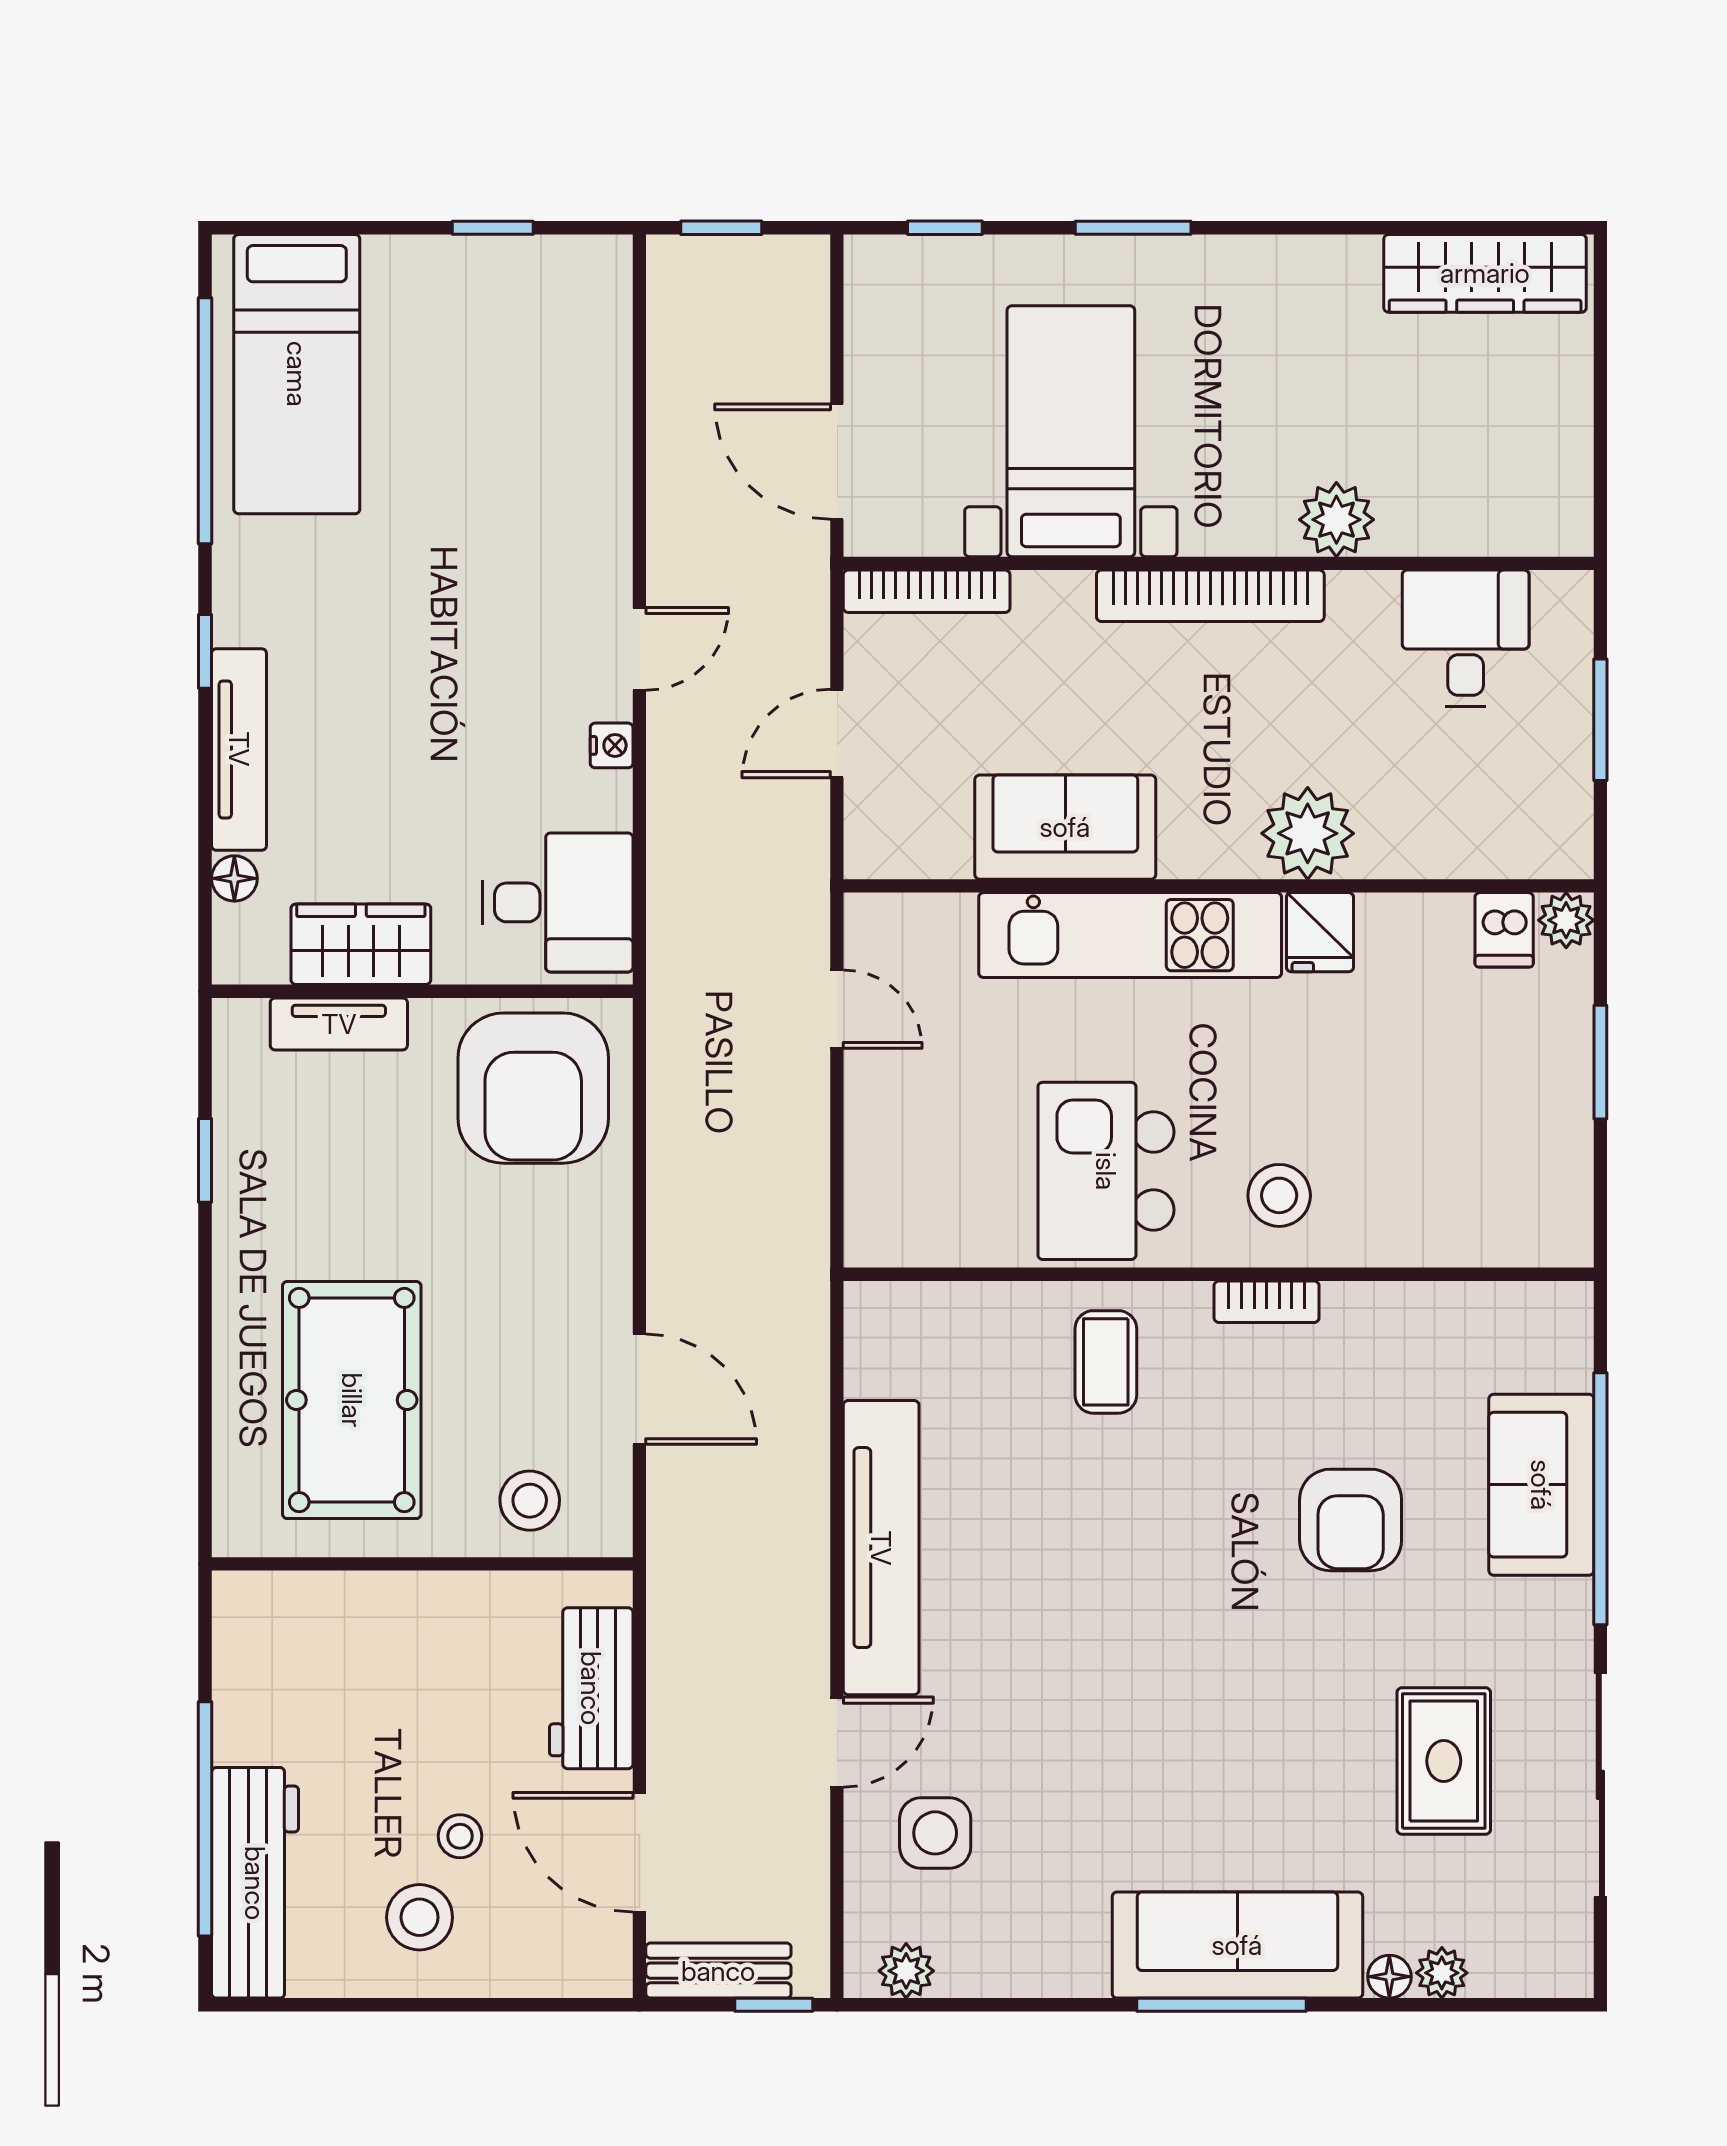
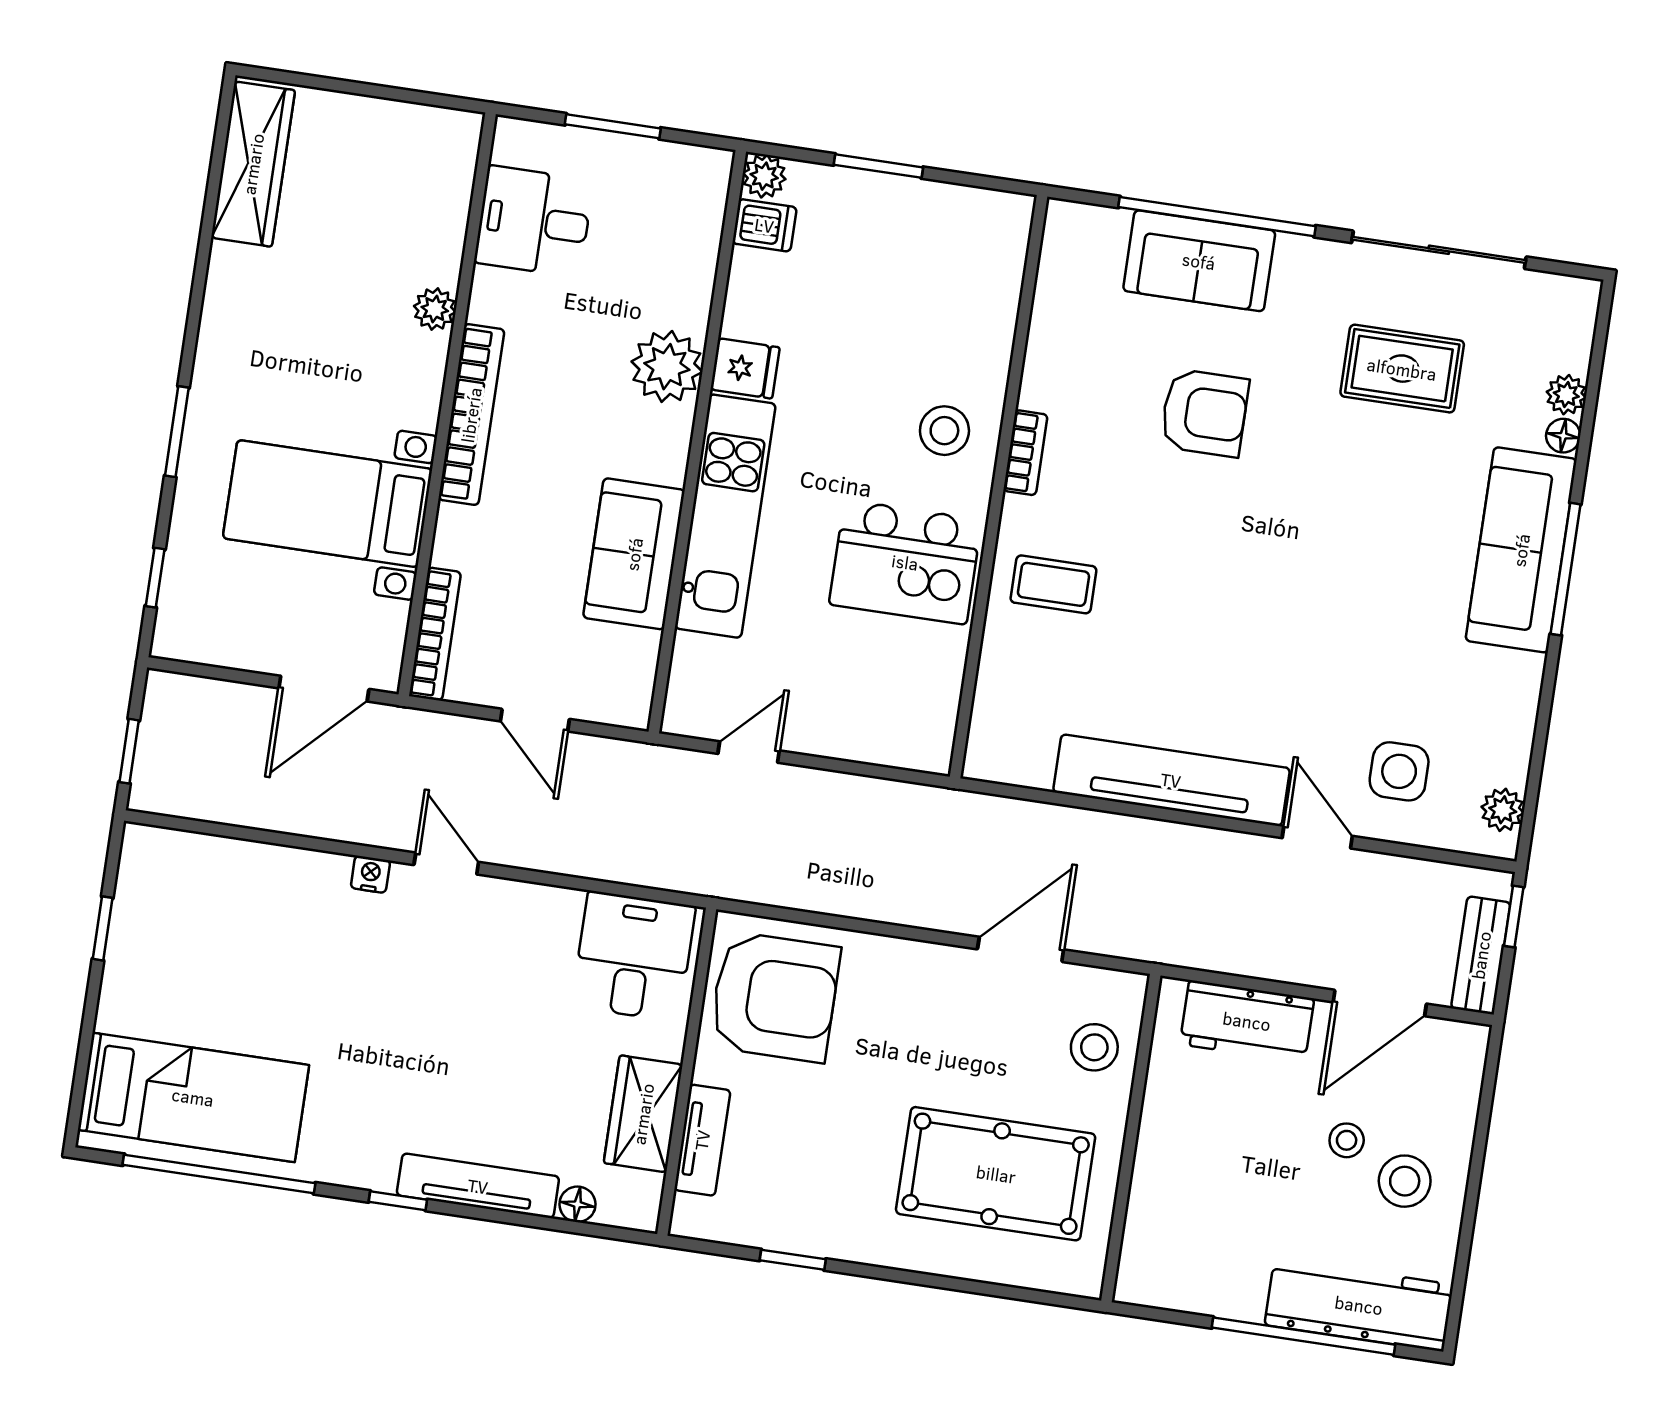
plant: (1336, 520) -> (435, 309), width x0.73, depth x0.73
nightstand: (612, 745) -> (370, 874), moved

